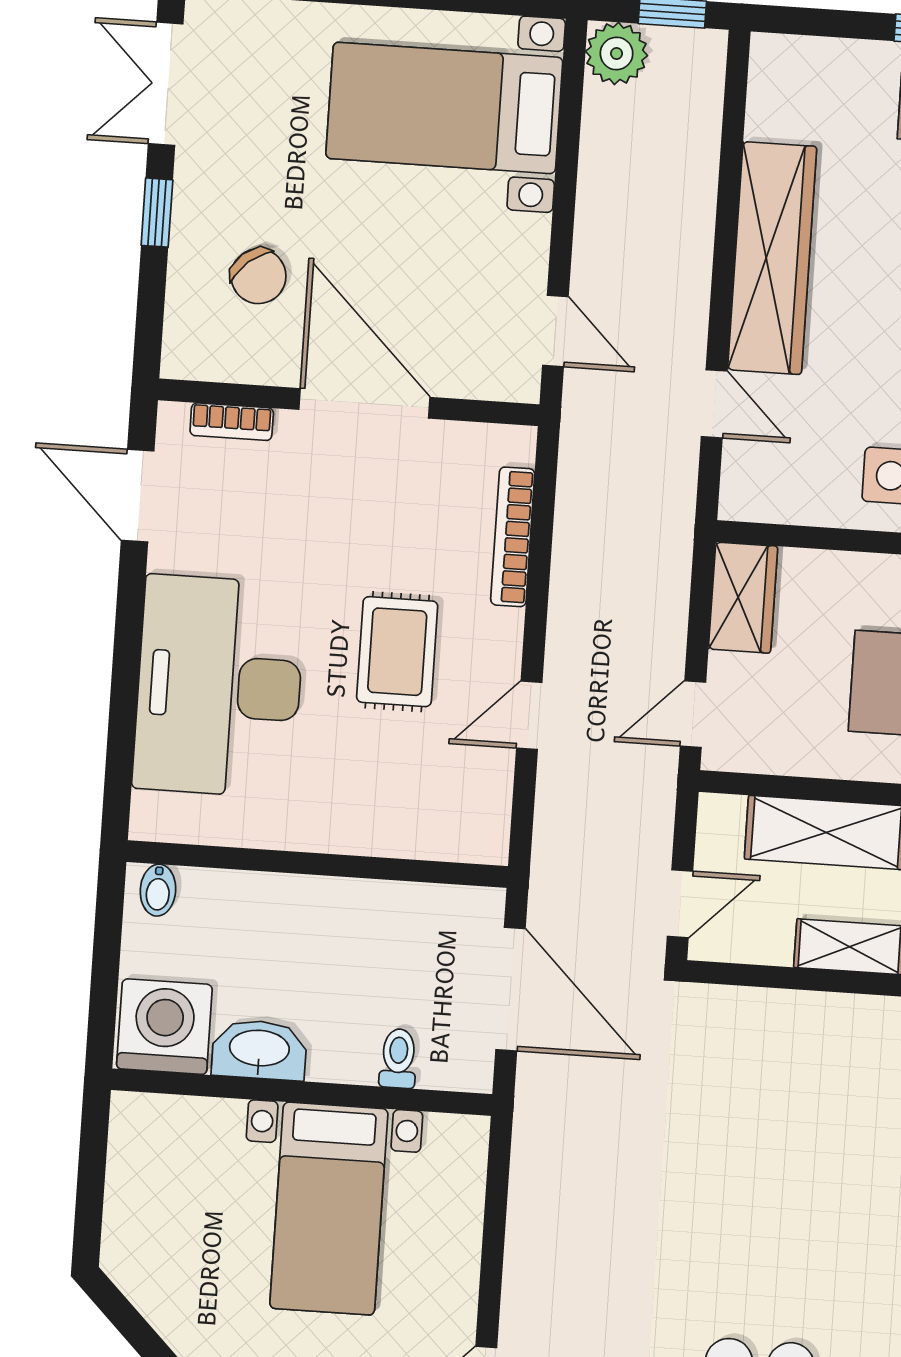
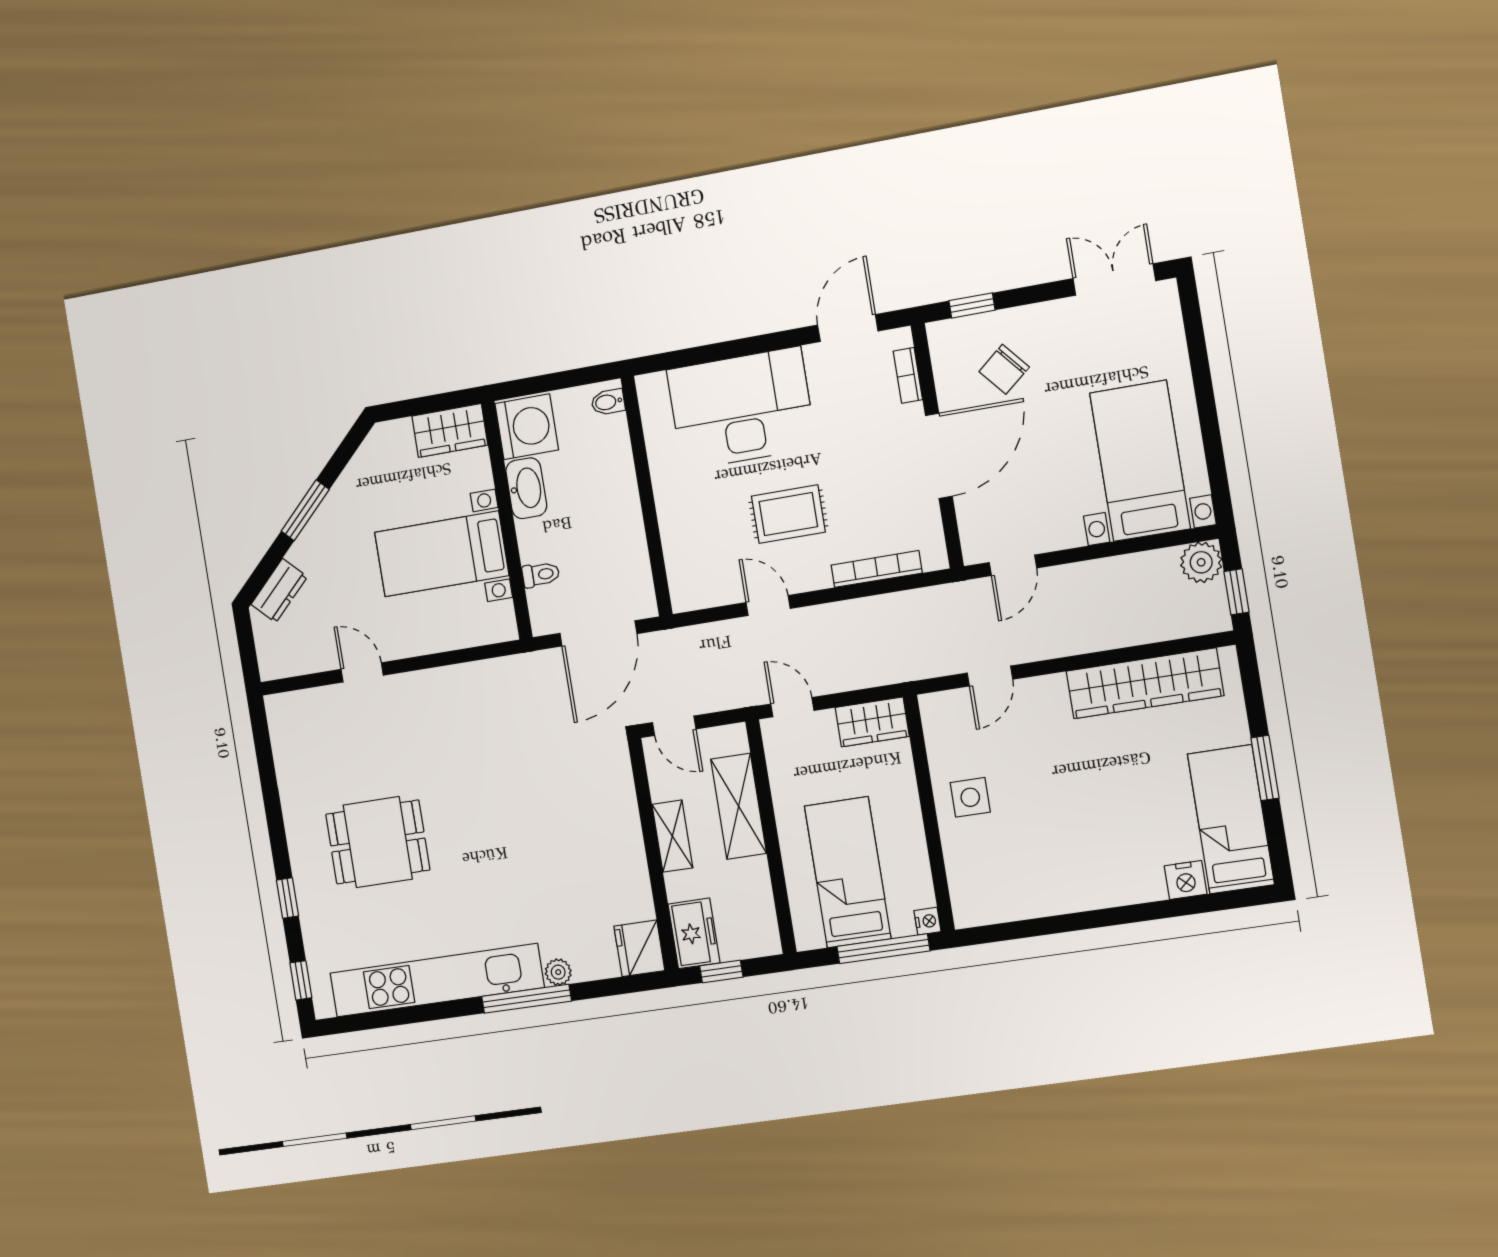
window: (157, 213) -> (972, 305), moved
wardrobe: (772, 258) -> (1145, 683), moved
wardrobe: (140, 1150) -> (450, 431), added

